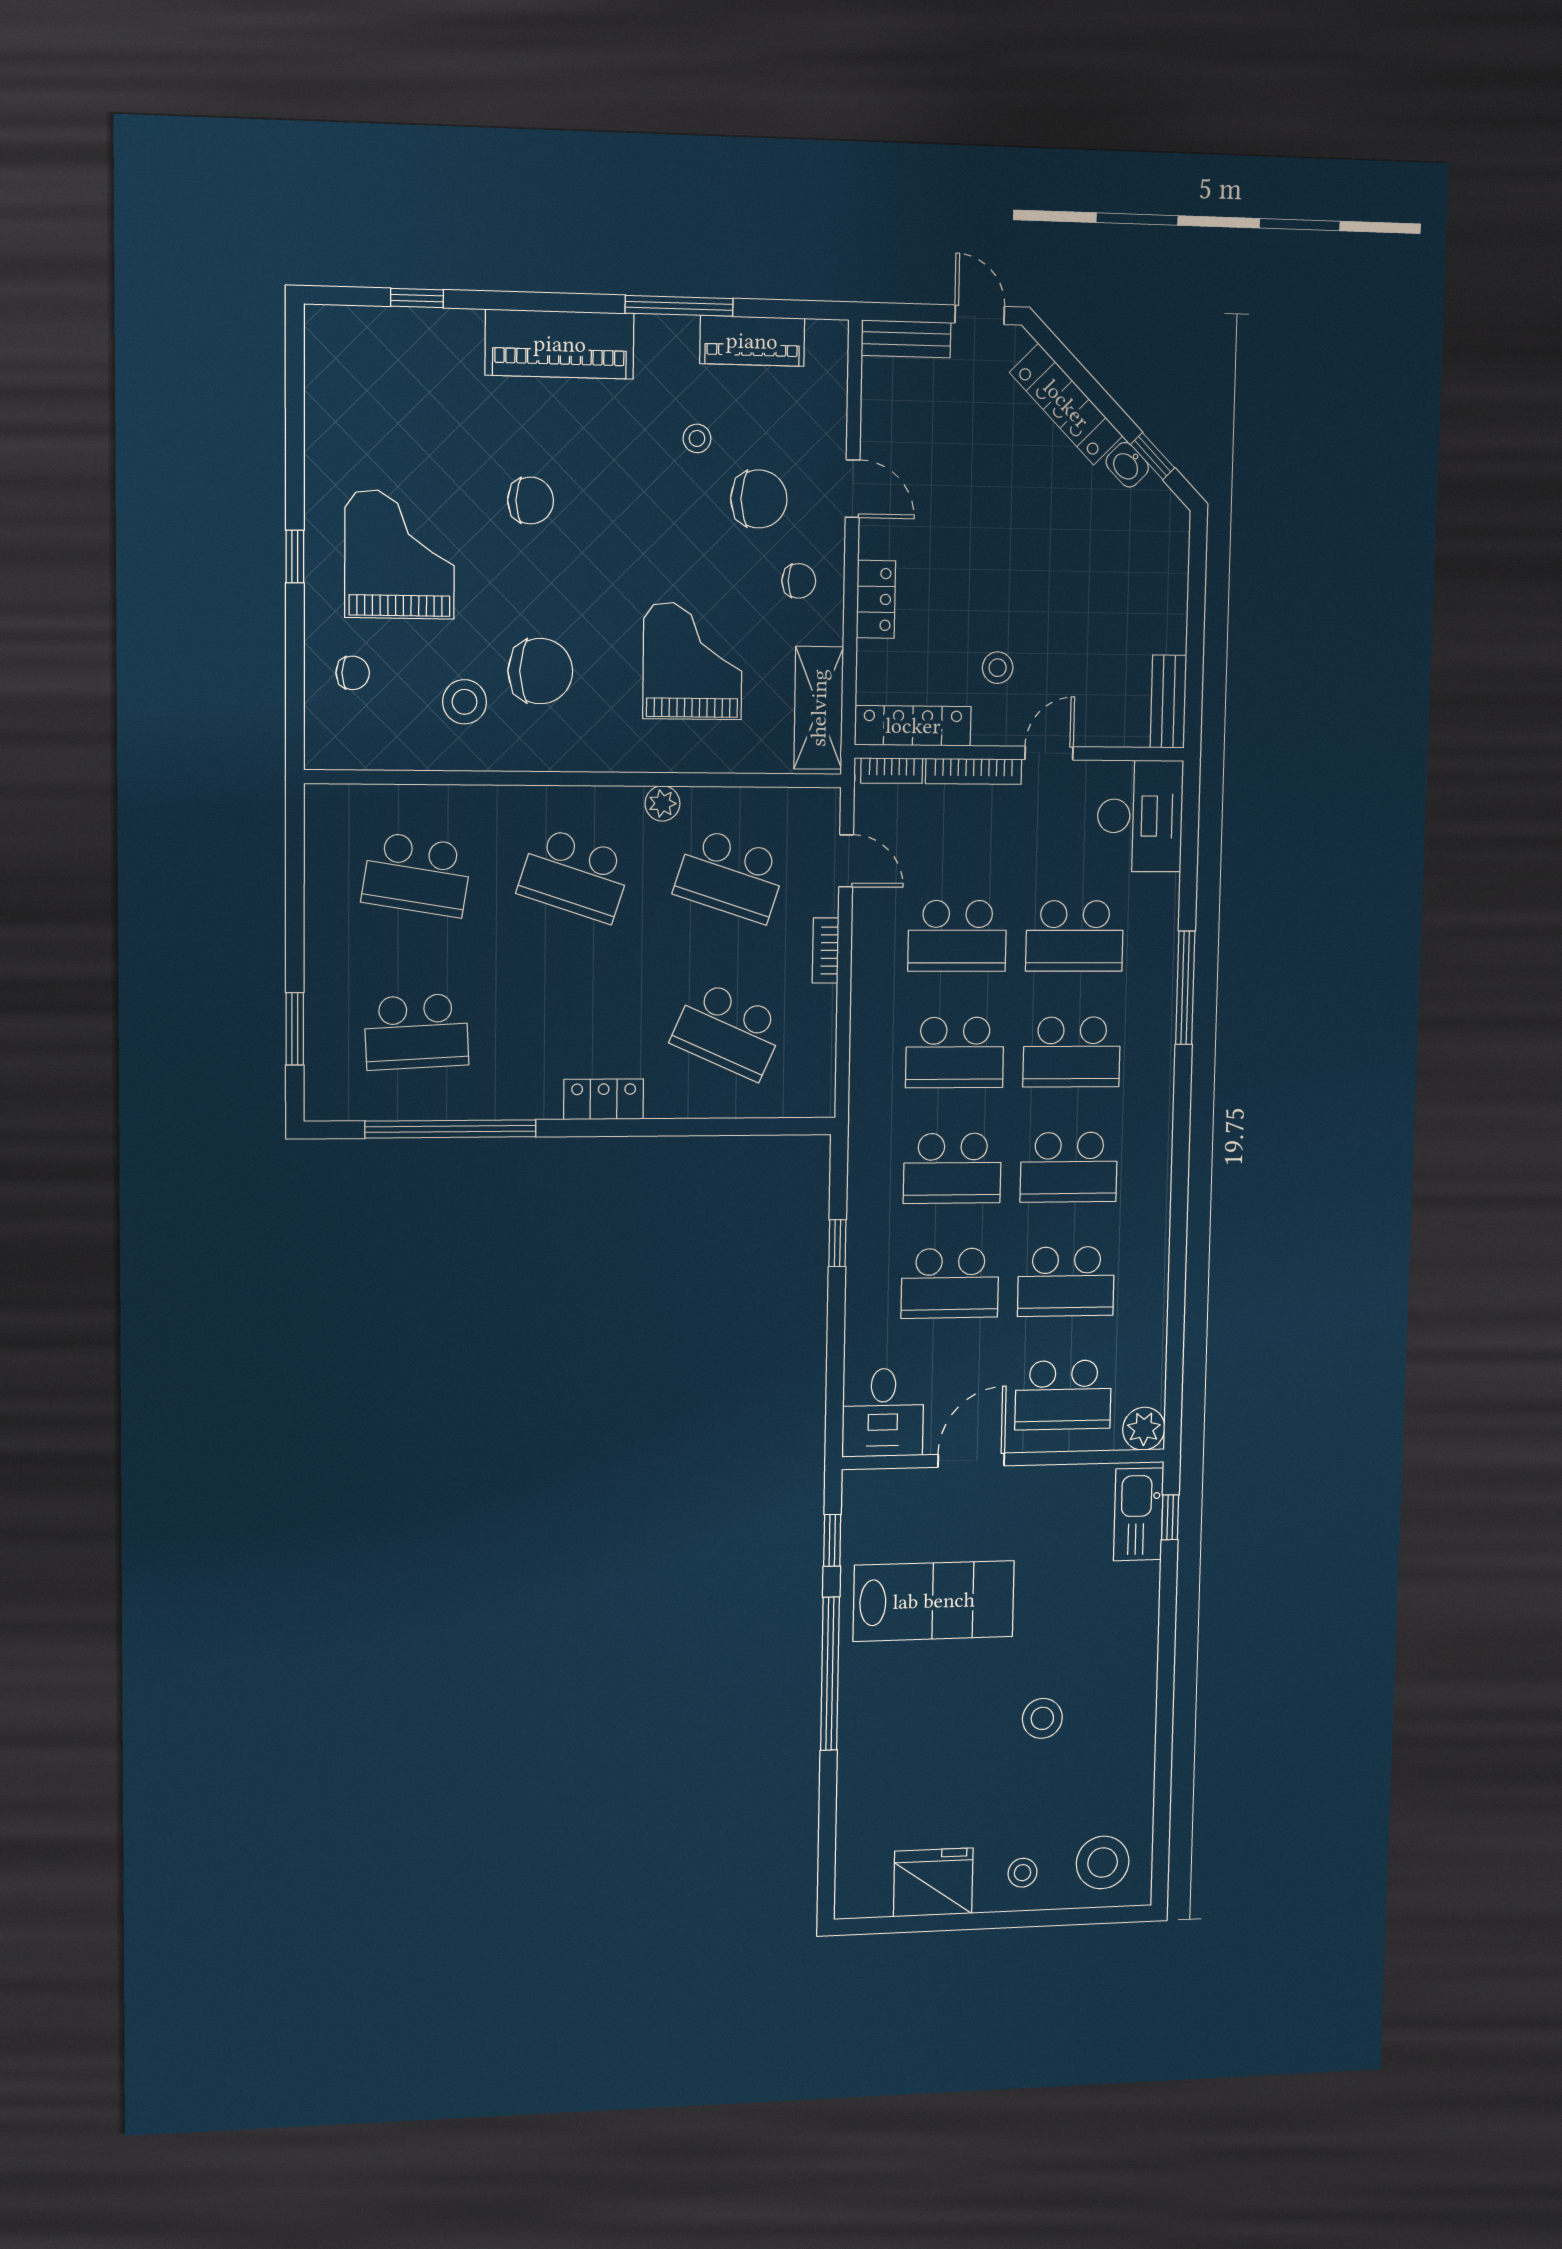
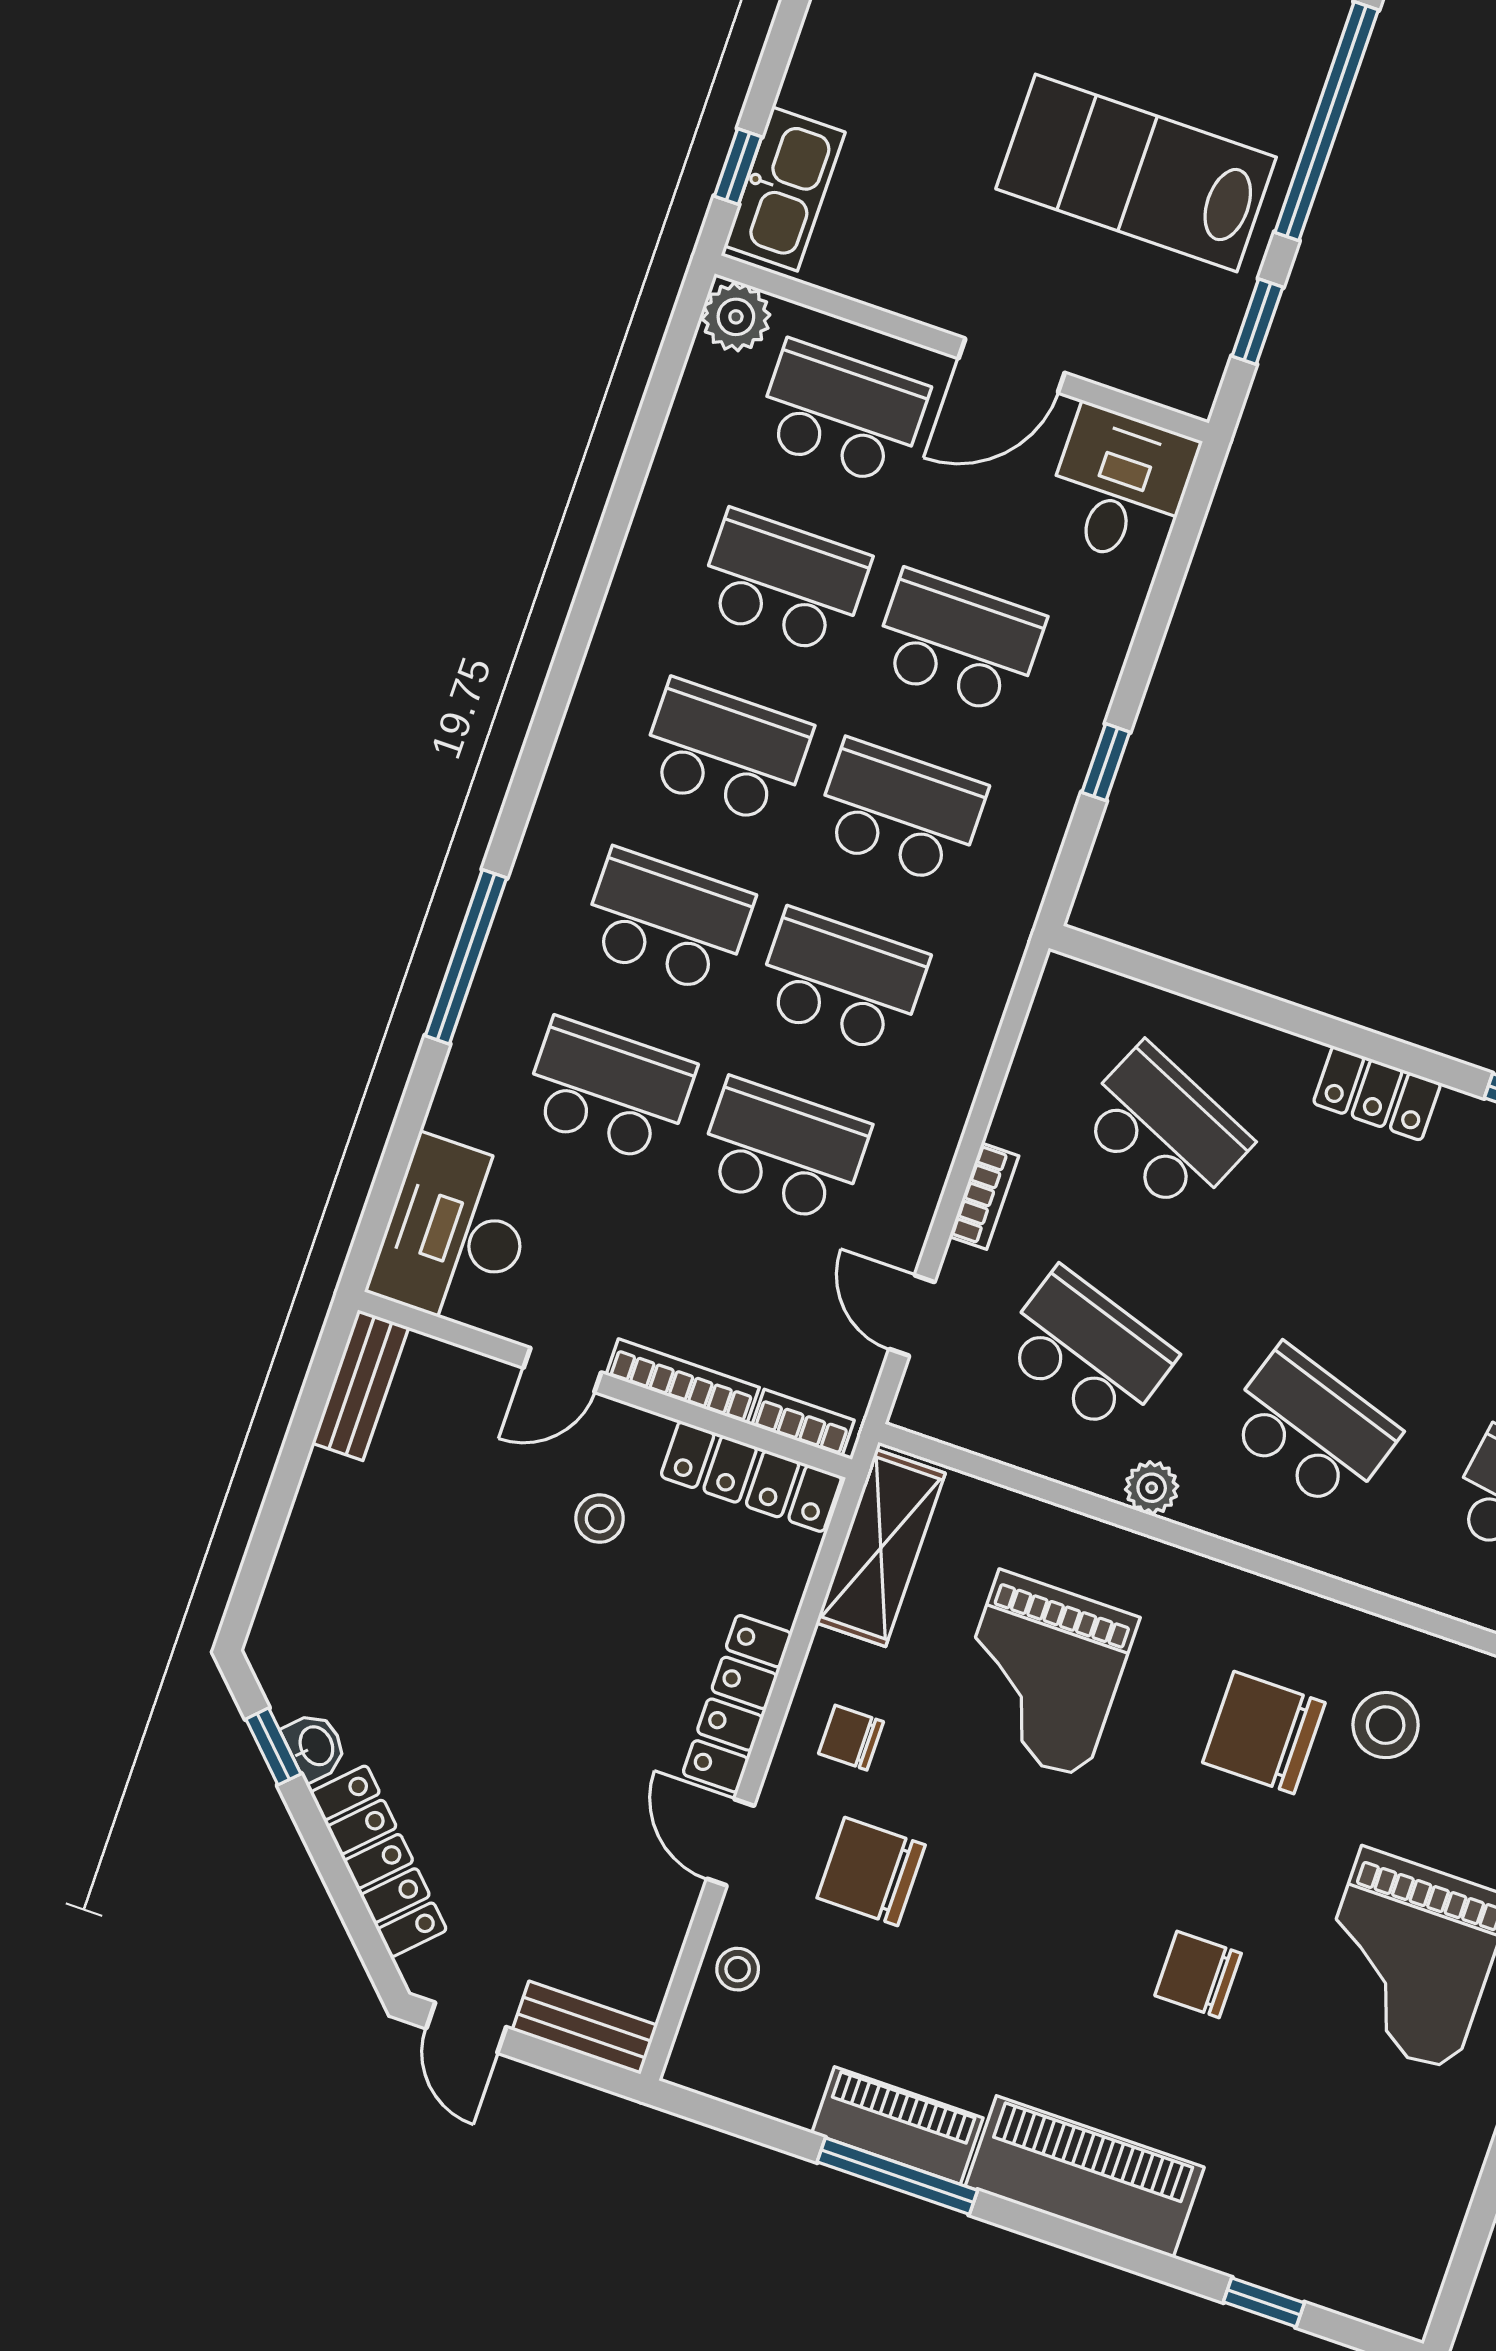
piano: (752, 341) -> (897, 2125), moved
stool: (697, 438) -> (738, 1969), moved
locker: (876, 599) -> (737, 1704), width x1.53

